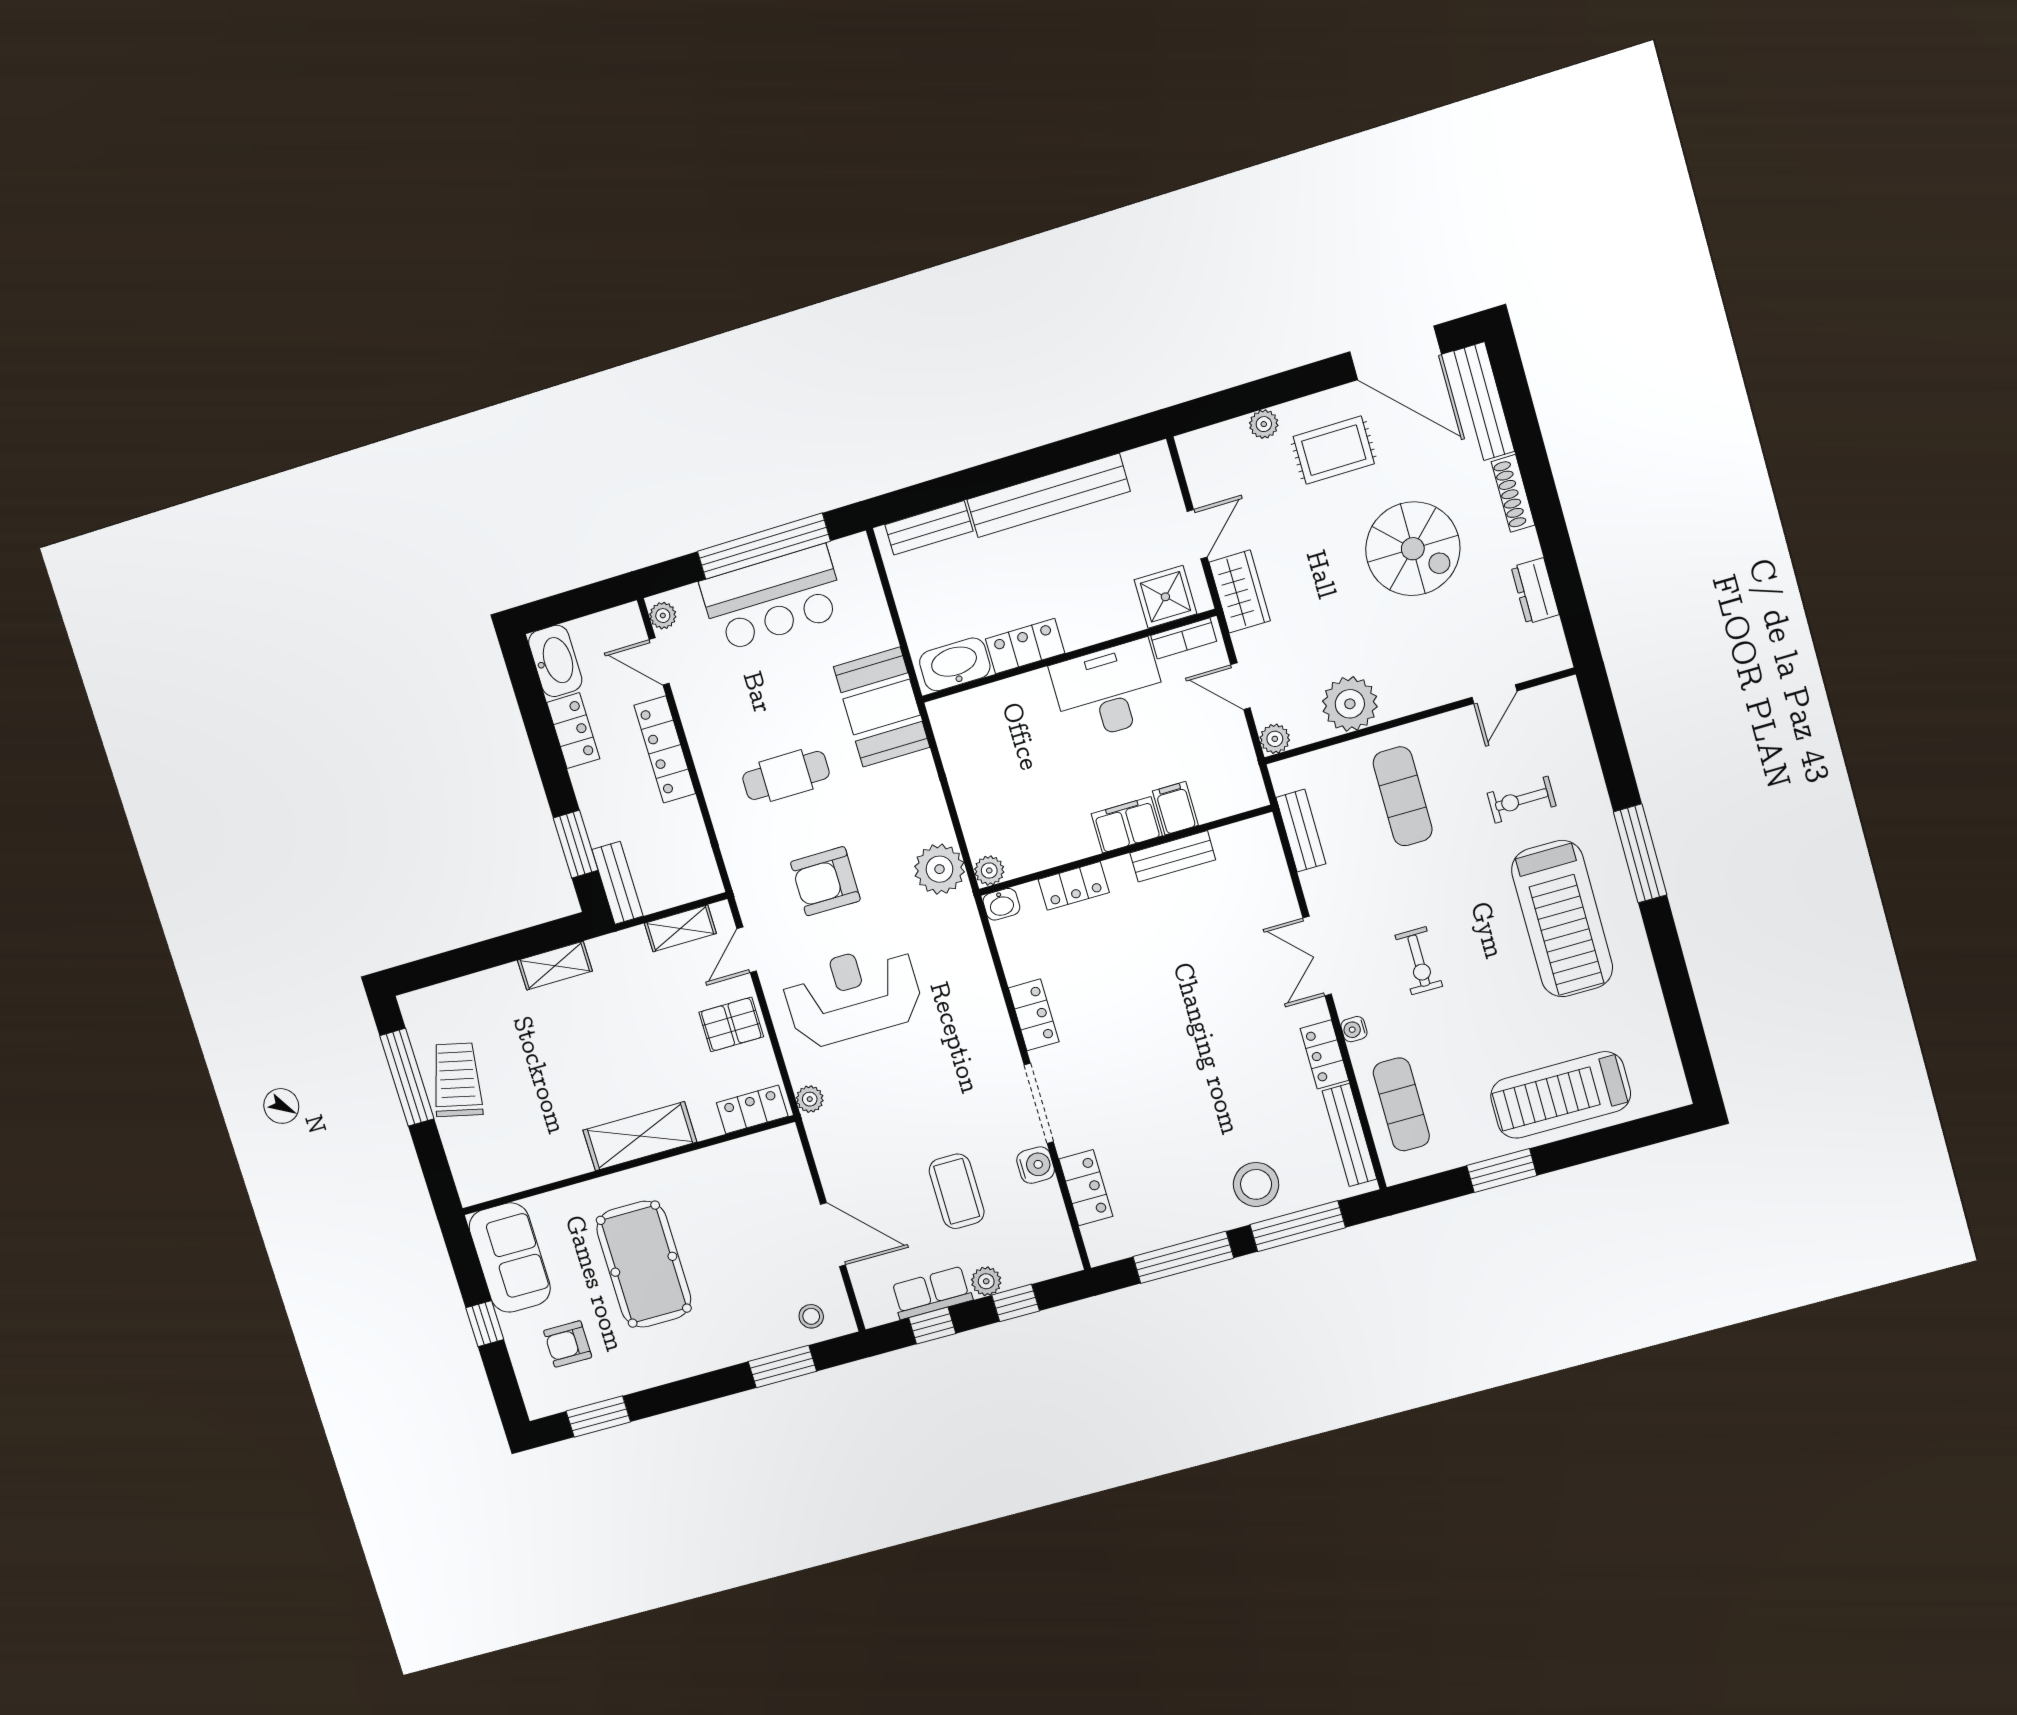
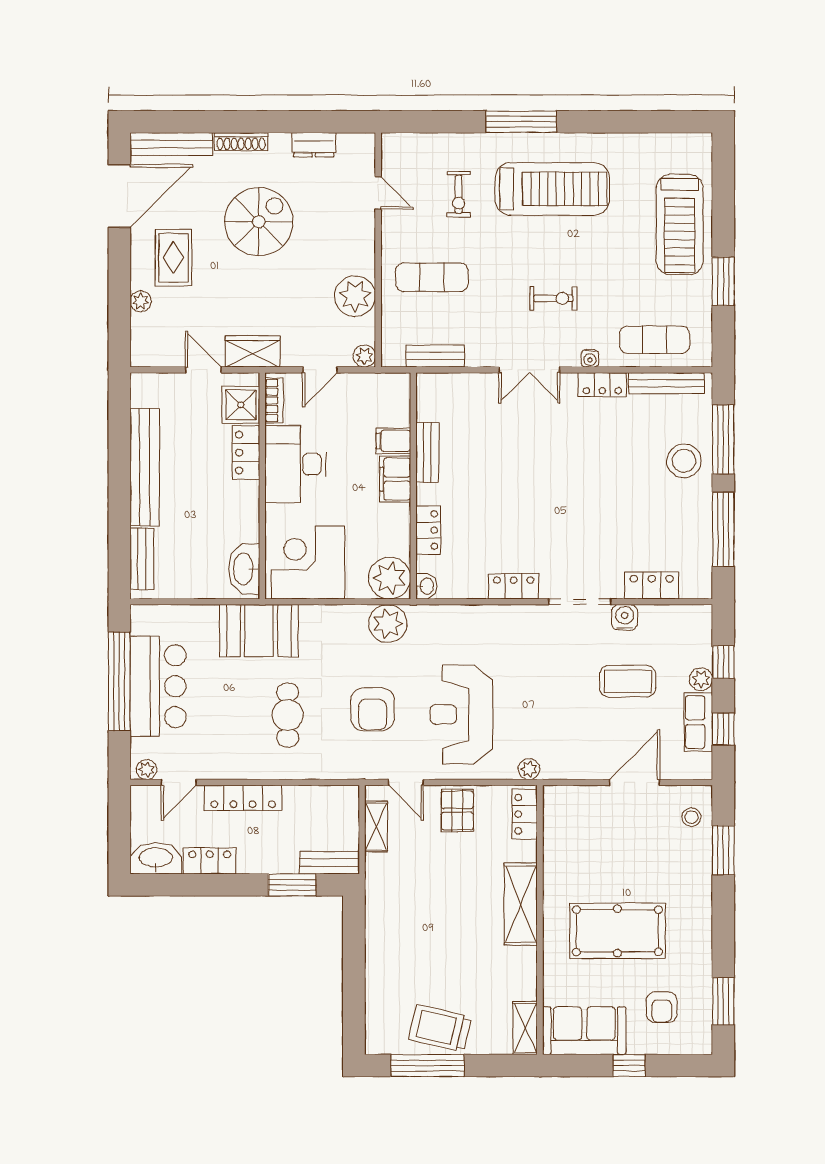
locker: (1025, 646) -> (246, 453), moved
corner desk: (987, 744) -> (308, 562), added
plant: (989, 871) -> (389, 578), width x1.88, depth x1.88
shelving: (555, 966) -> (525, 1028), moved

